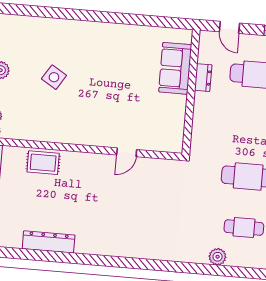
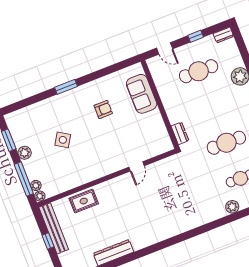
window: (89, 16) -> (66, 87), added
armchair: (120, 65) -> (103, 109), added
dresser: (203, 78) -> (180, 133), moved

